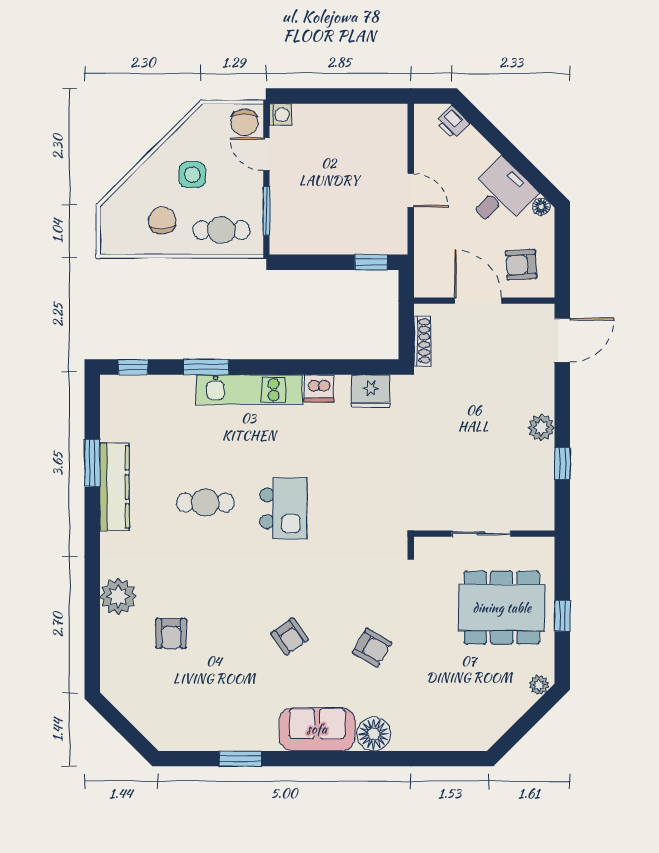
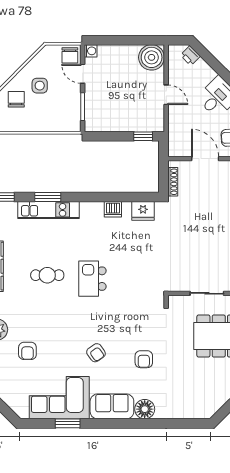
boiler: (386, 126) -> (152, 57), added
chair: (162, 220) -> (16, 99), moved
cafe table: (221, 230) -> (57, 118), removed
kitchen unit: (249, 390) -> (49, 210), moved
kitchen island: (283, 508) -> (92, 279), turned 180
armchair: (372, 648) -> (144, 359), turned 60
corner sofa: (226, 714) -> (59, 398), added

